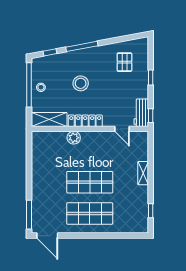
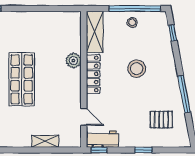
window: (82, 46) -> (184, 94), moved
door: (122, 129) -> (84, 117), swing flipped
shelving: (143, 173) -> (45, 141), moved

